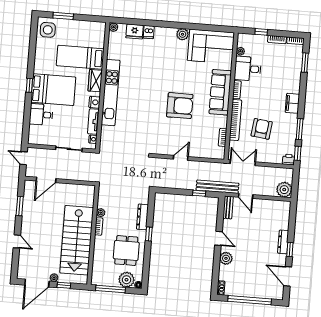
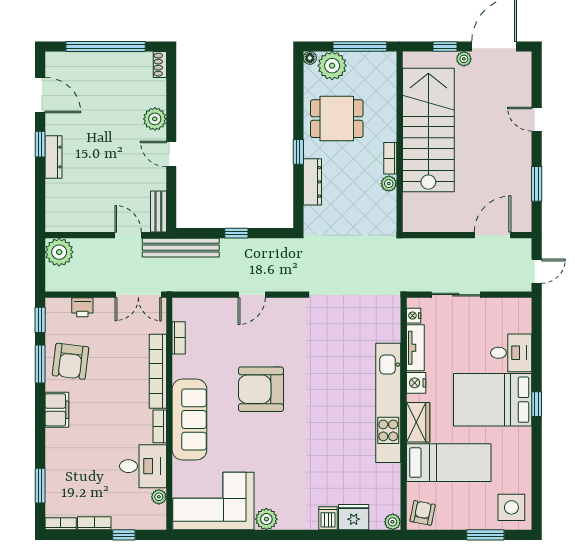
armchair: (97, 31) -> (423, 513), added
armchair: (262, 129) -> (71, 361), moved
door: (24, 158) -> (537, 271), hinge flipped
printer: (289, 160) -> (82, 307), moved
window: (199, 193) -> (236, 233), moved
dining table: (126, 251) -> (337, 119), turned 90

